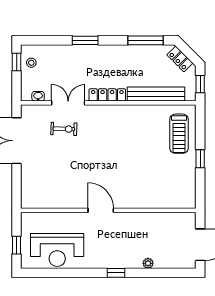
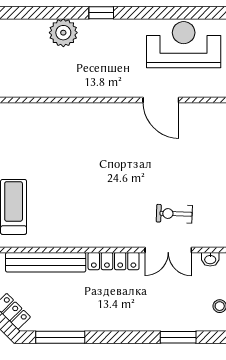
window: (85, 40) -> (178, 337), moved
door: (101, 210) -> (161, 100), moved
plant: (148, 263) -> (63, 33), width x1.88, depth x1.88

